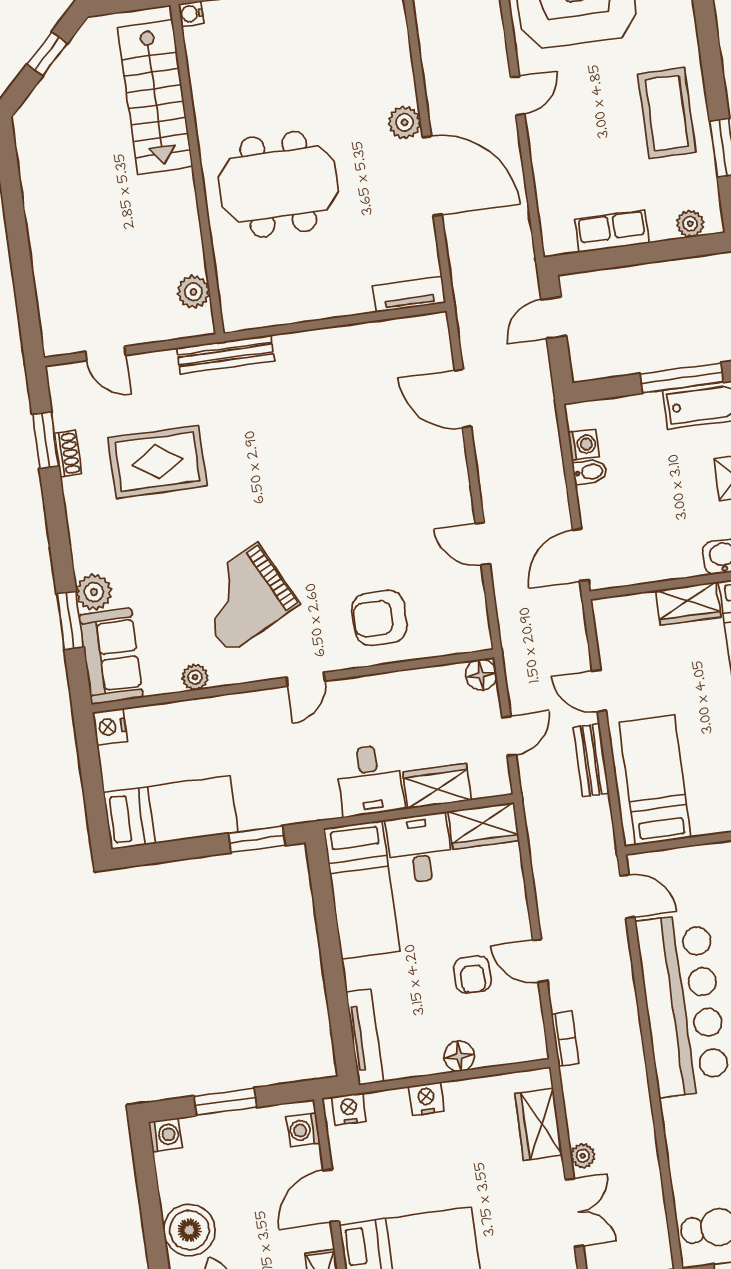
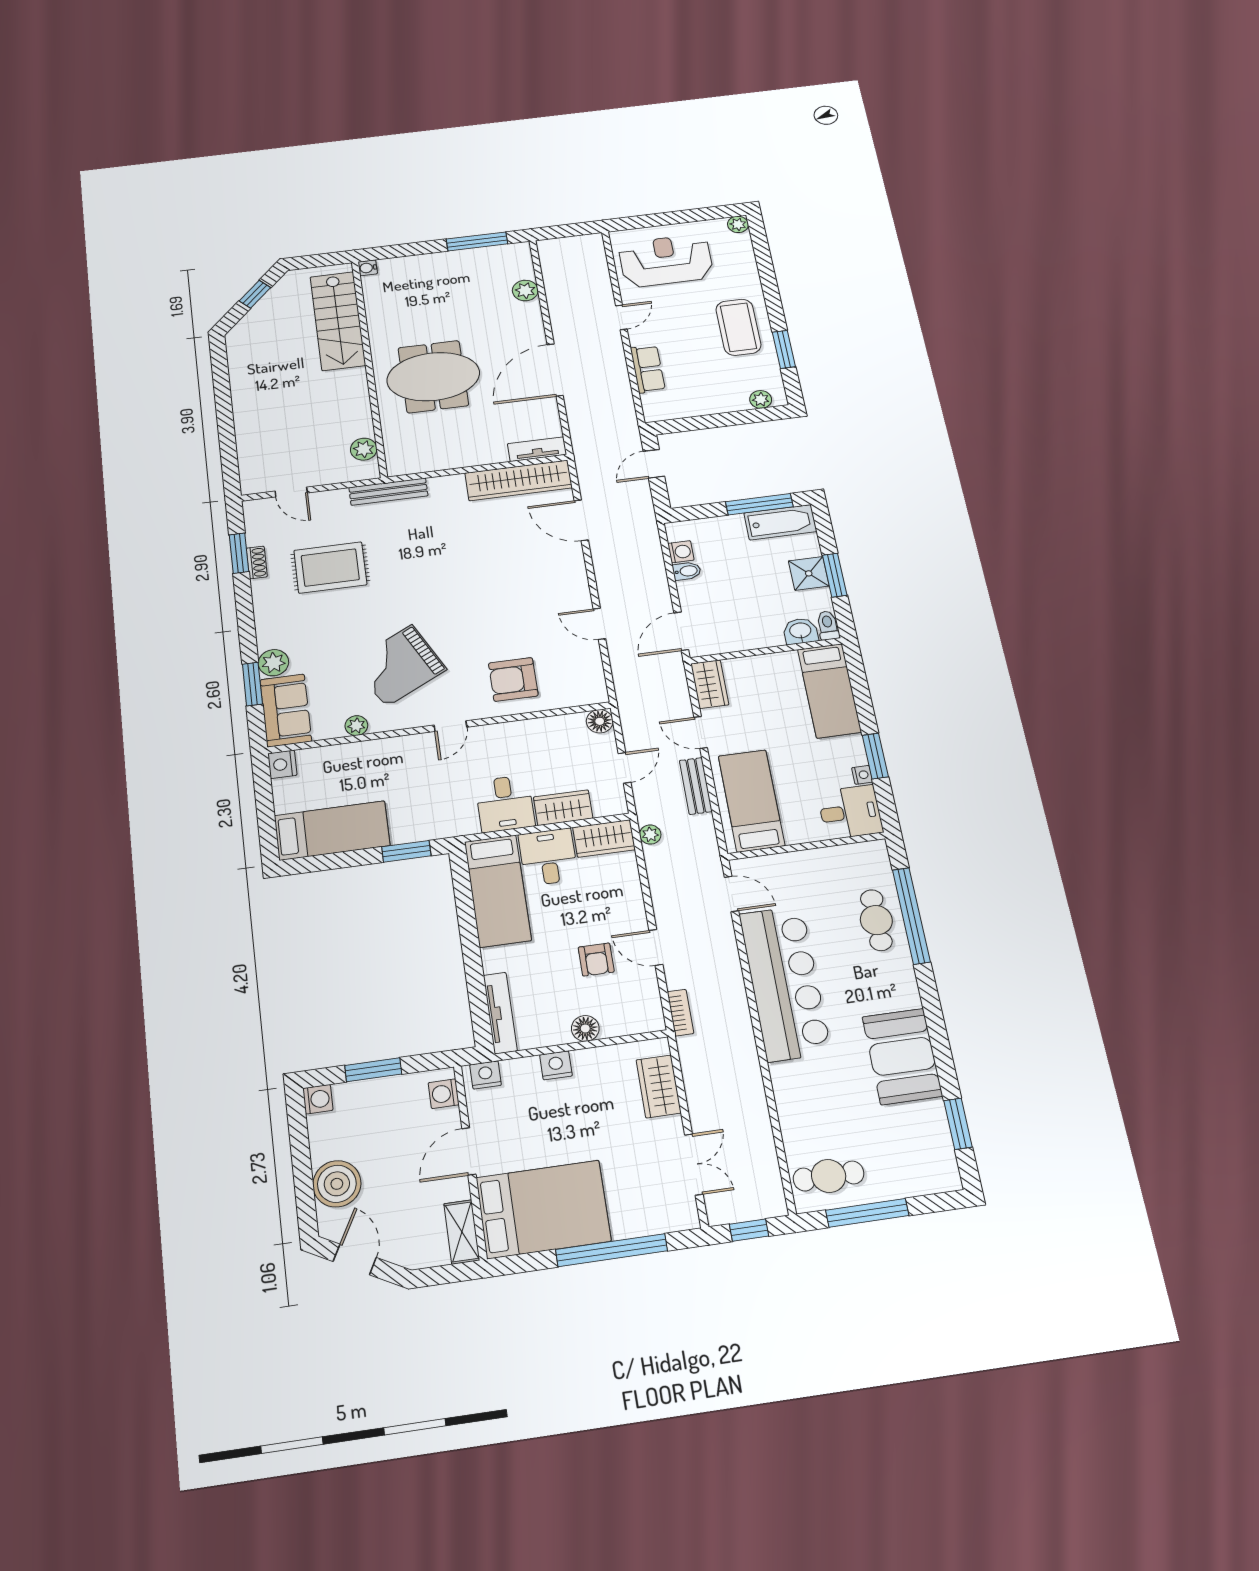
plant: (405, 122) -> (525, 291), moved
door: (432, 176) -> (555, 370), swing flipped
row of seats: (612, 231) -> (648, 369), moved, turned 90
wardrobe: (386, 340) -> (519, 480), added
wardrobe: (688, 604) -> (710, 684), moved, turned -90
plant: (583, 1156) -> (650, 835), moved

